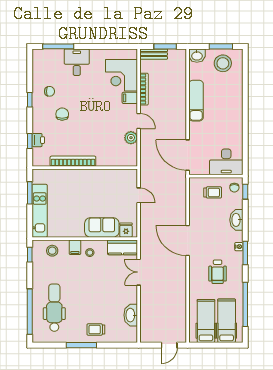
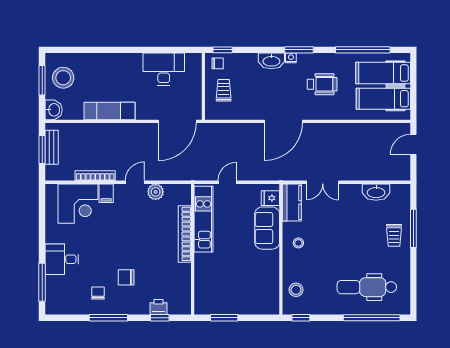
bench: (154, 54) -> (52, 147), moved
window: (30, 100) -> (108, 318), width x2.17
bookcase: (73, 161) -> (185, 234), moved
desk: (226, 162) -> (164, 69), moved, turned -90
kitchen unit: (40, 211) -> (204, 219), moved, turned 90
washbasin: (236, 220) -> (271, 61), moved
filing cabinet: (75, 247) -> (292, 262), removed
window: (81, 345) -> (413, 228), moved
door: (169, 345) -> (413, 144), swing flipped

